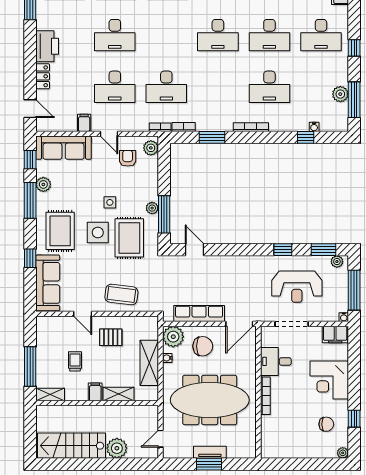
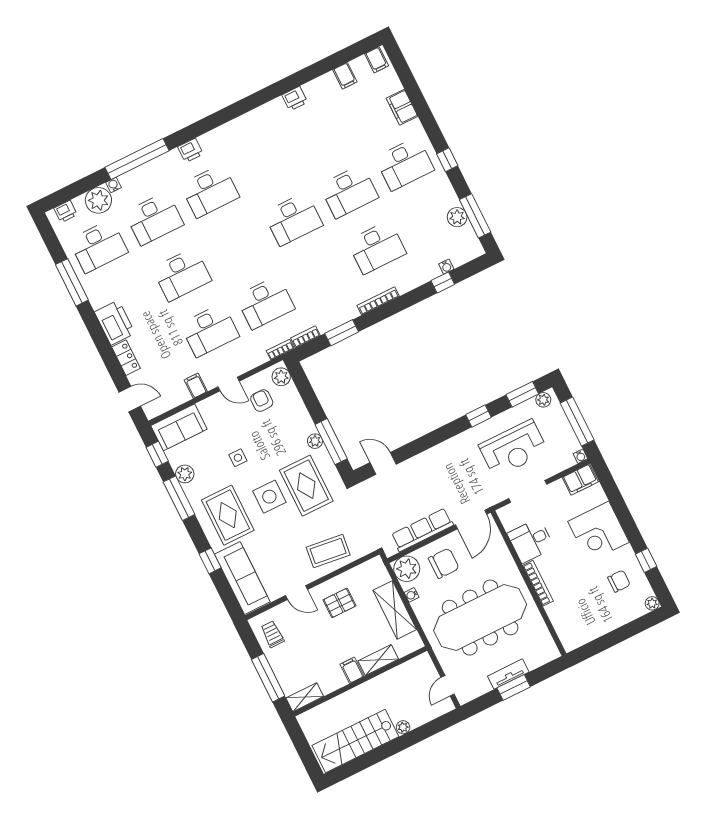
sofa: (64, 148) -> (179, 427), width x0.73
side table: (110, 202) -> (238, 458), moved
trolley: (75, 361) -> (272, 634), moved
plant: (117, 448) -> (403, 727), width x0.53, depth x0.53

